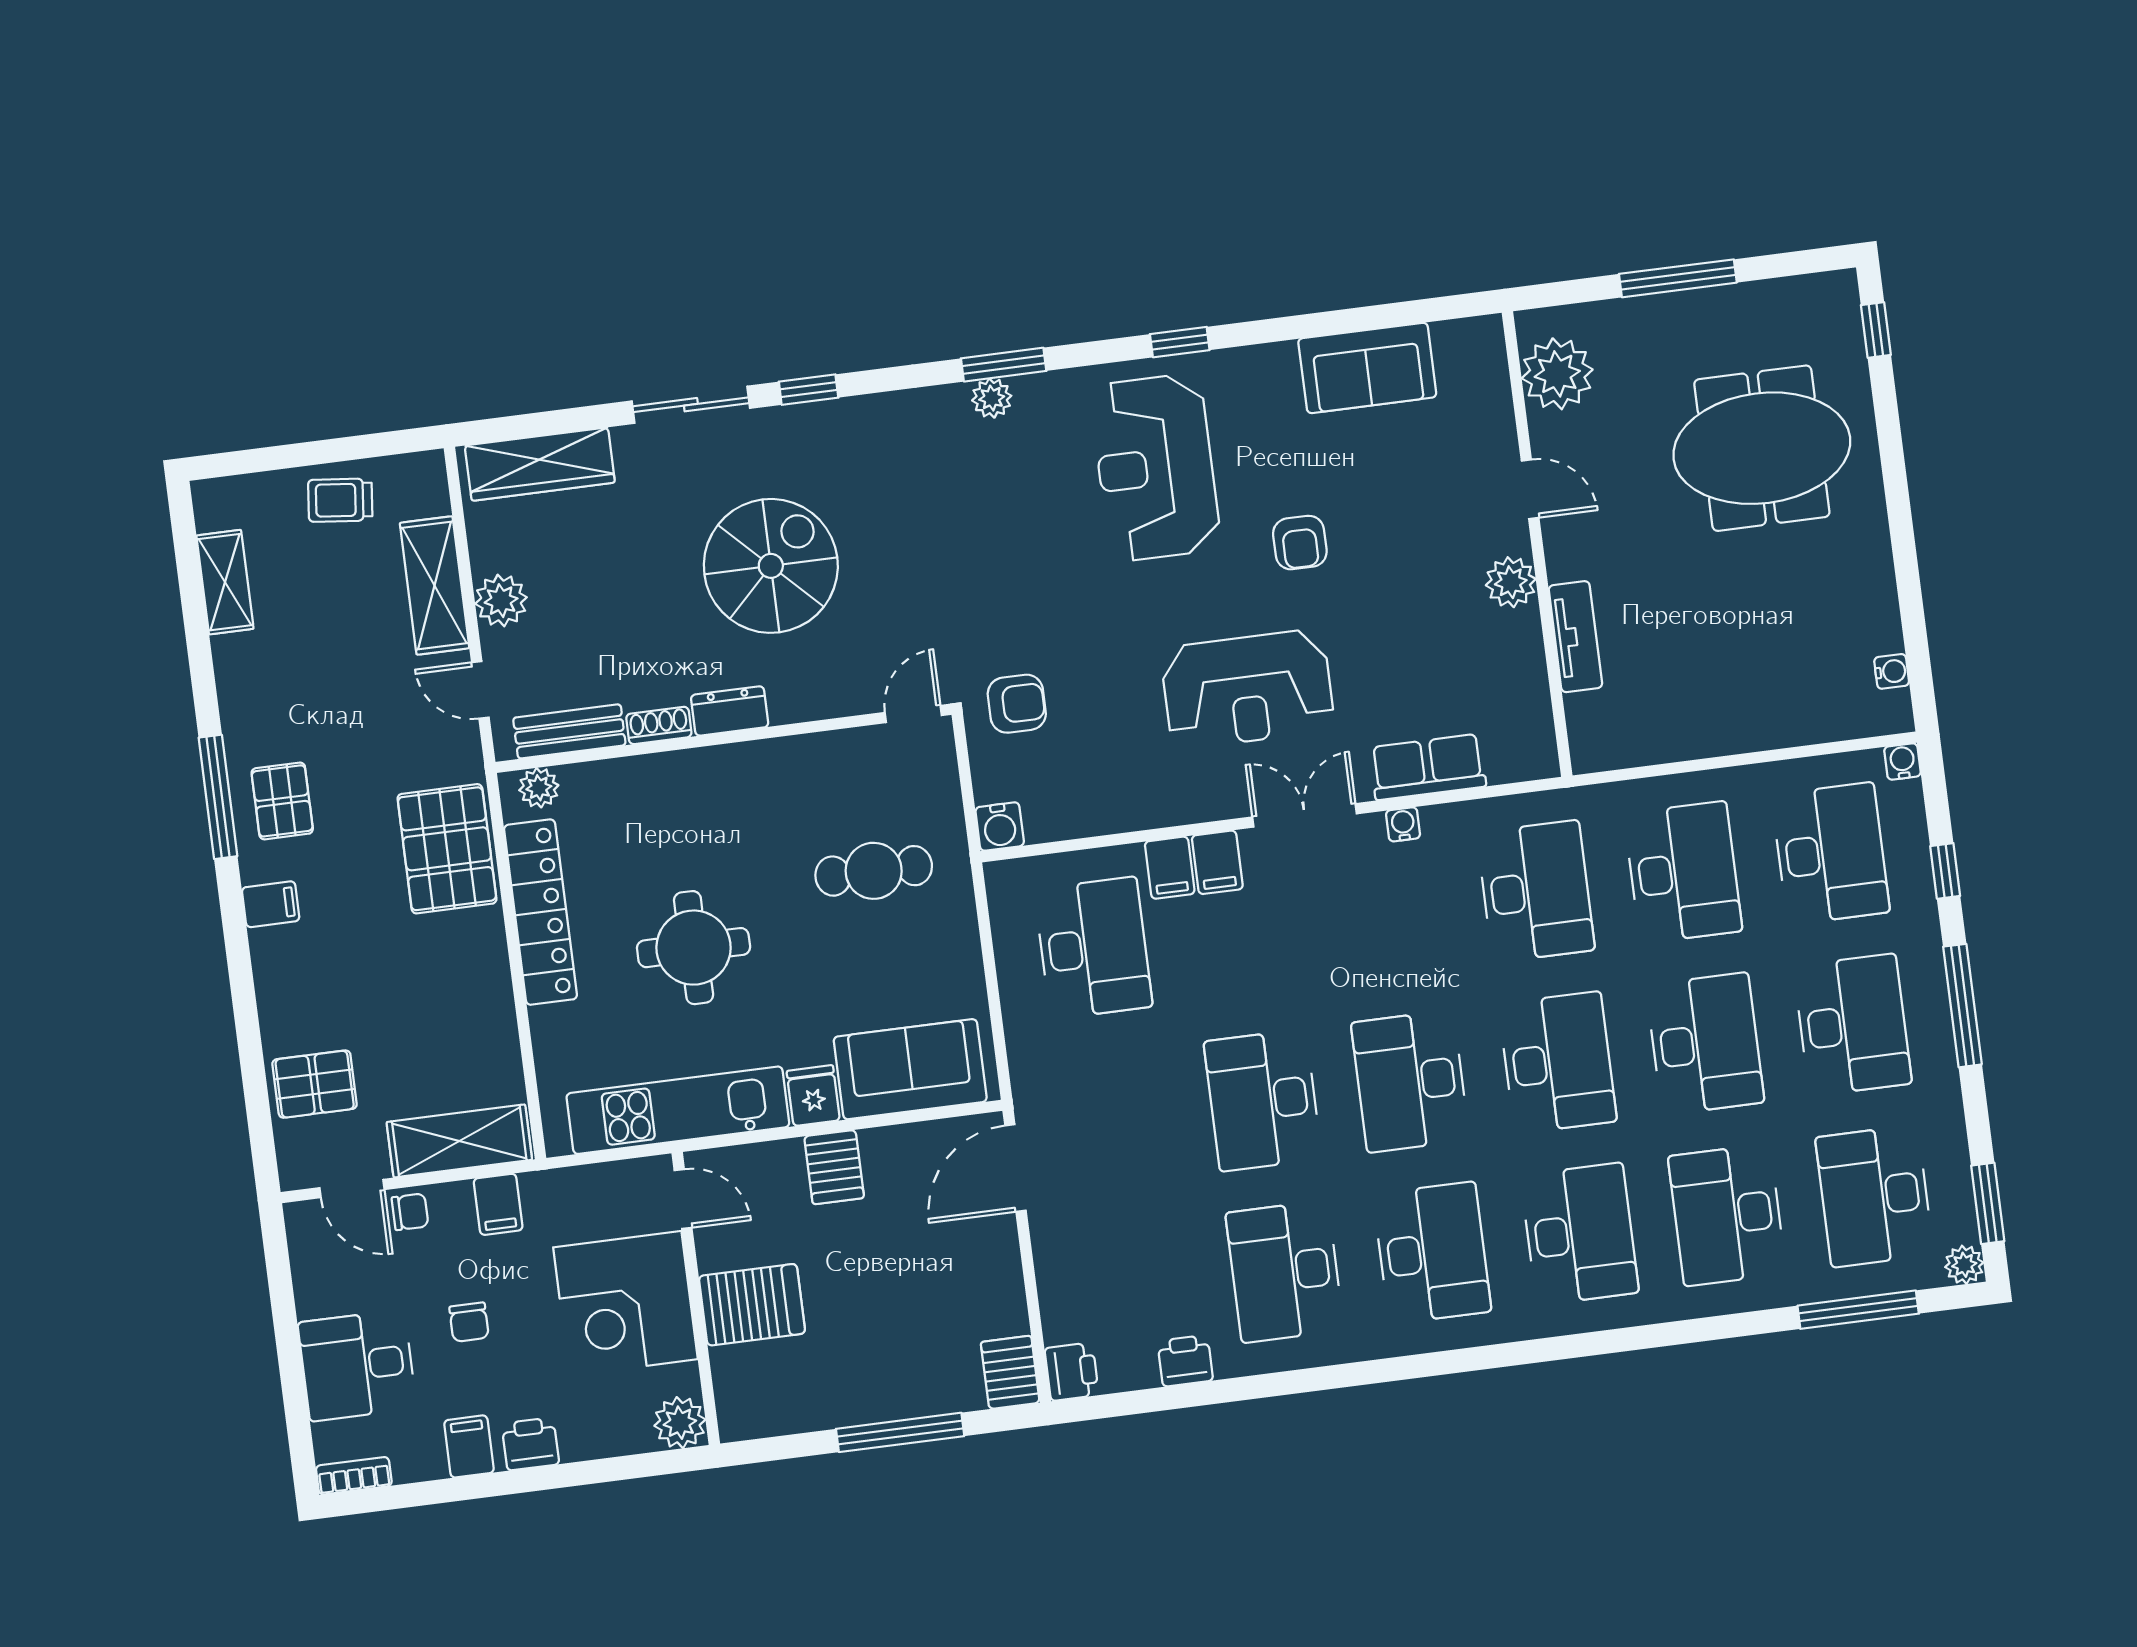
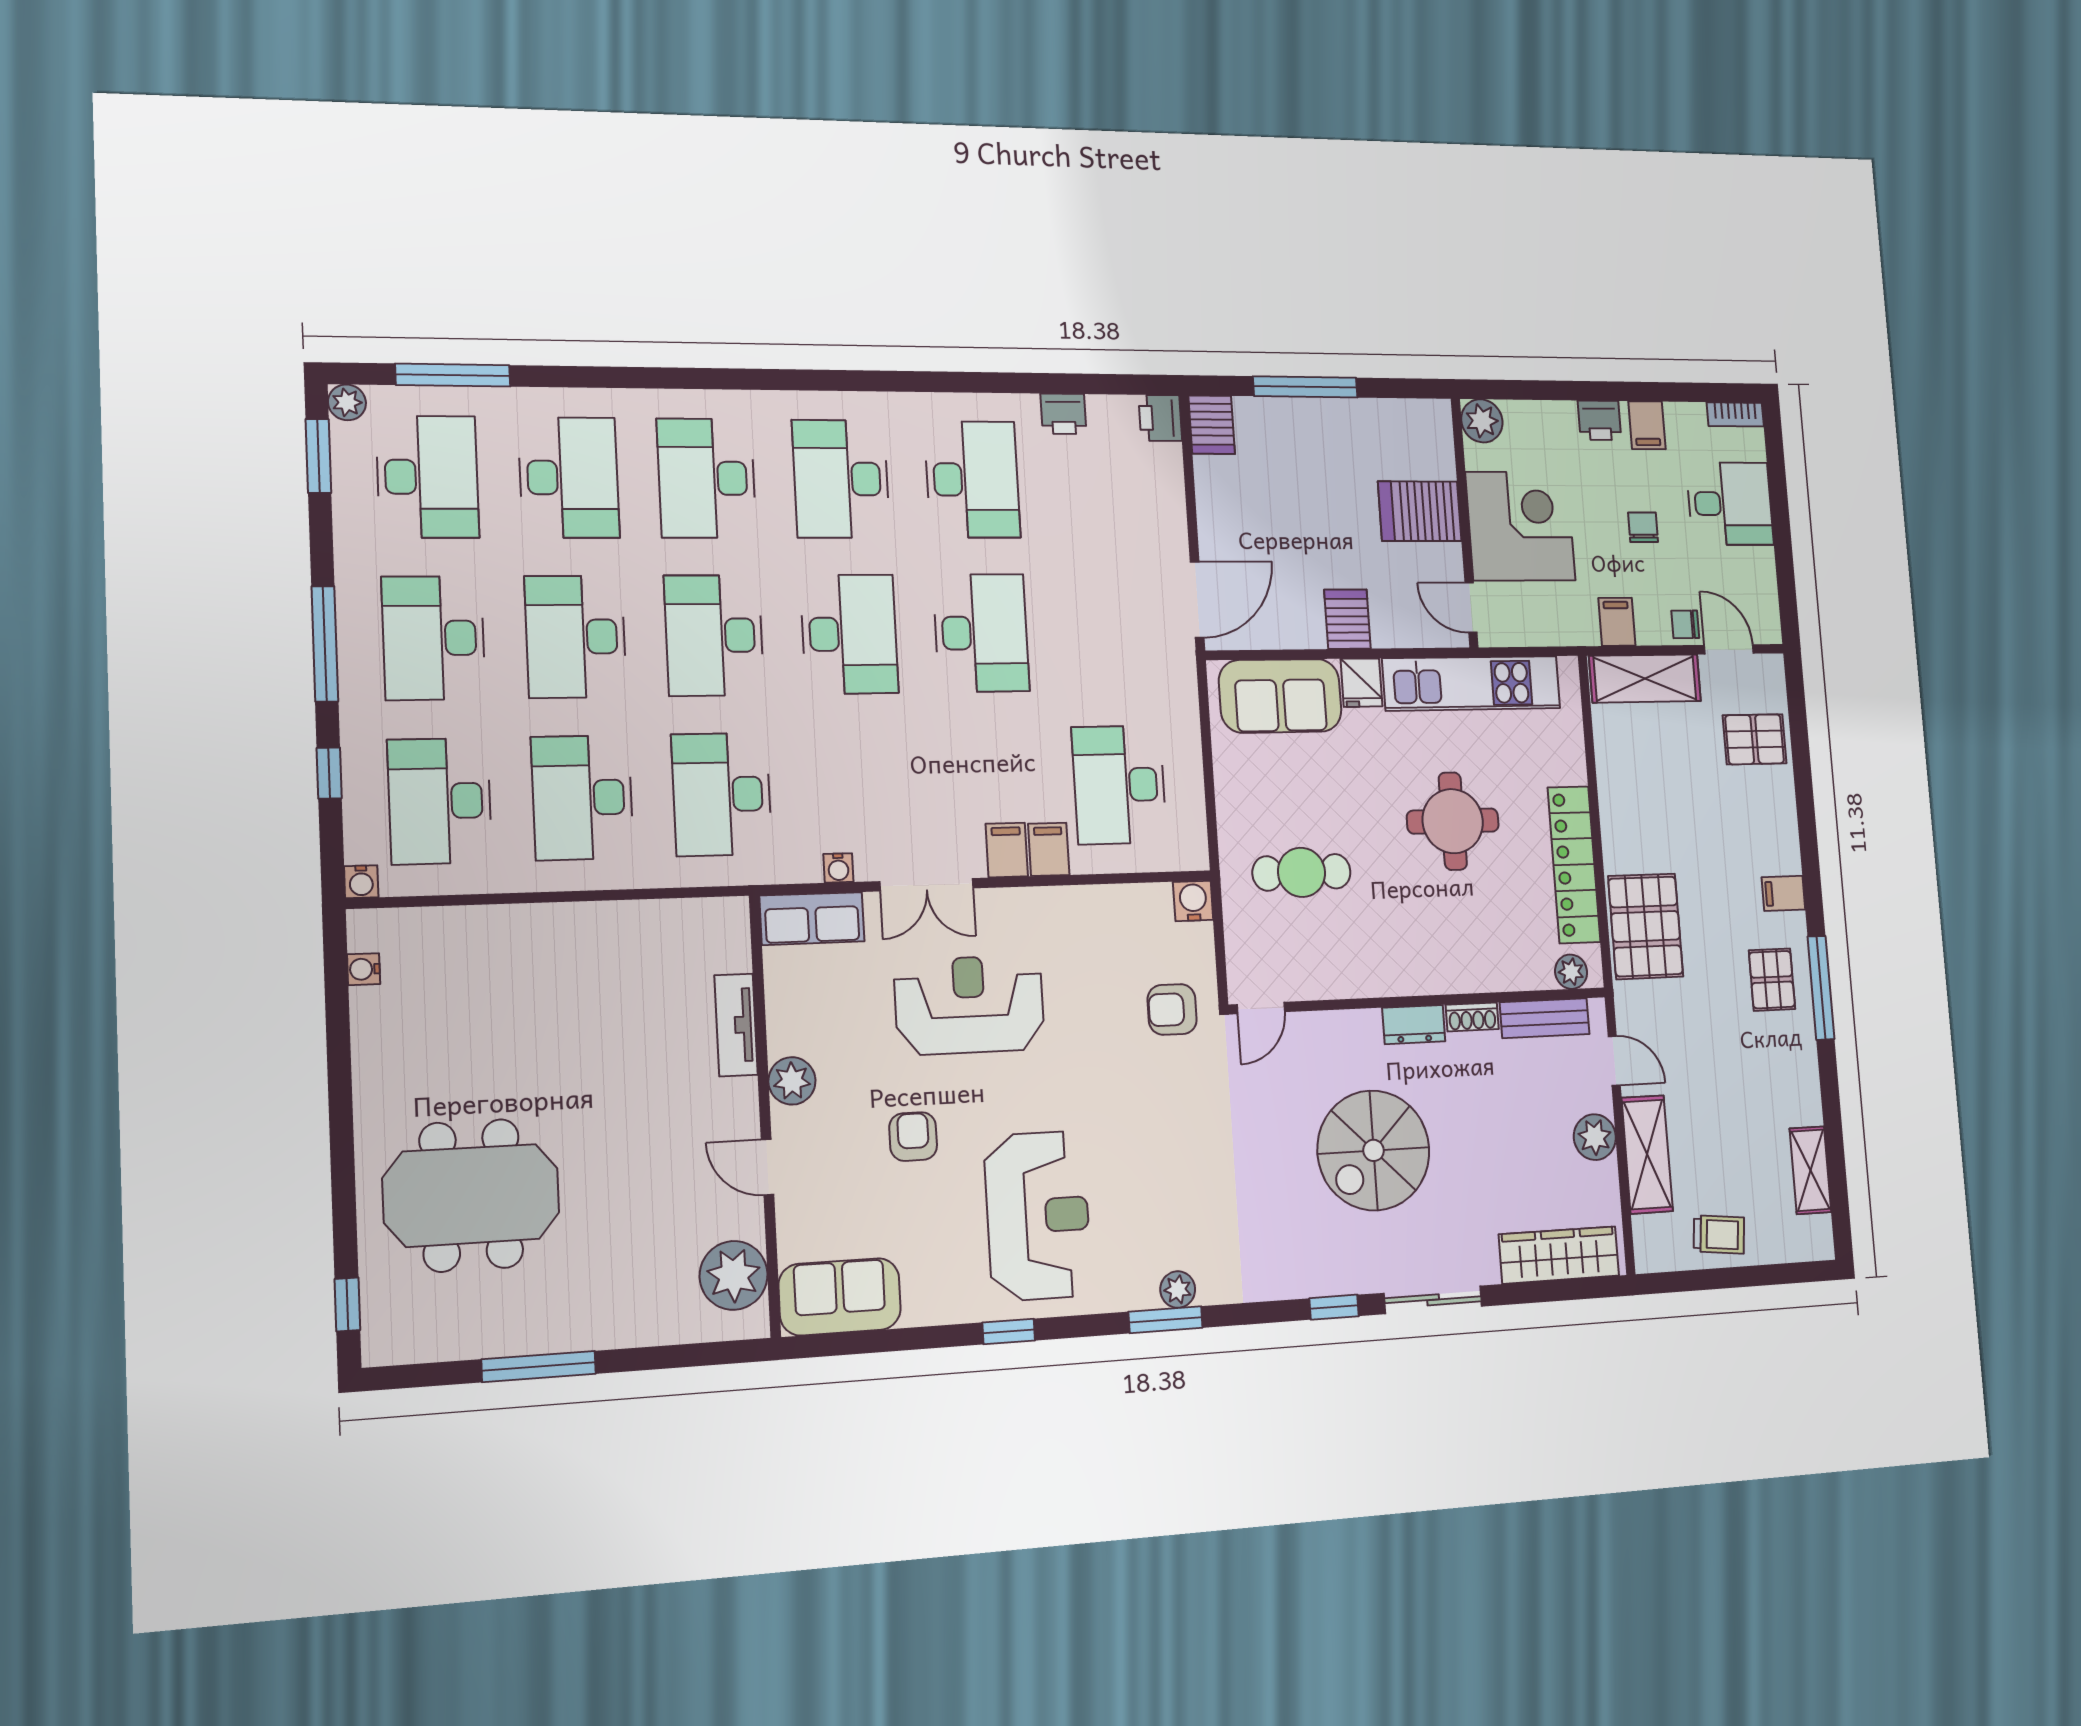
plant: (1557, 374) -> (734, 1275), moved
door: (1530, 489) -> (767, 1167), moved
wall: (1537, 544) -> (765, 1115), moved
plant: (1511, 582) -> (792, 1081), moved
tv unit: (1575, 637) -> (736, 1025), moved

